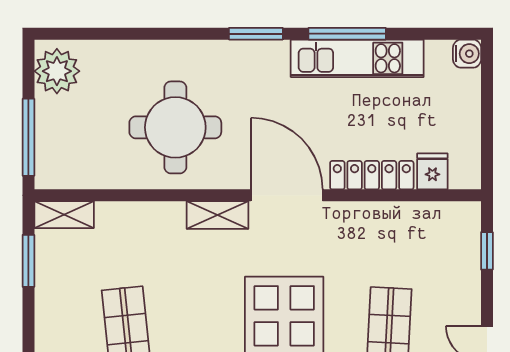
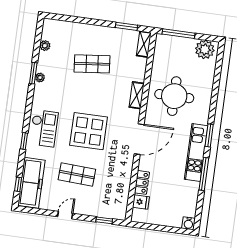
kitchen unit: (357, 58) -> (196, 153), moved
locker: (372, 175) -> (142, 182), width x0.66
shelving: (217, 215) -> (137, 95), moved

